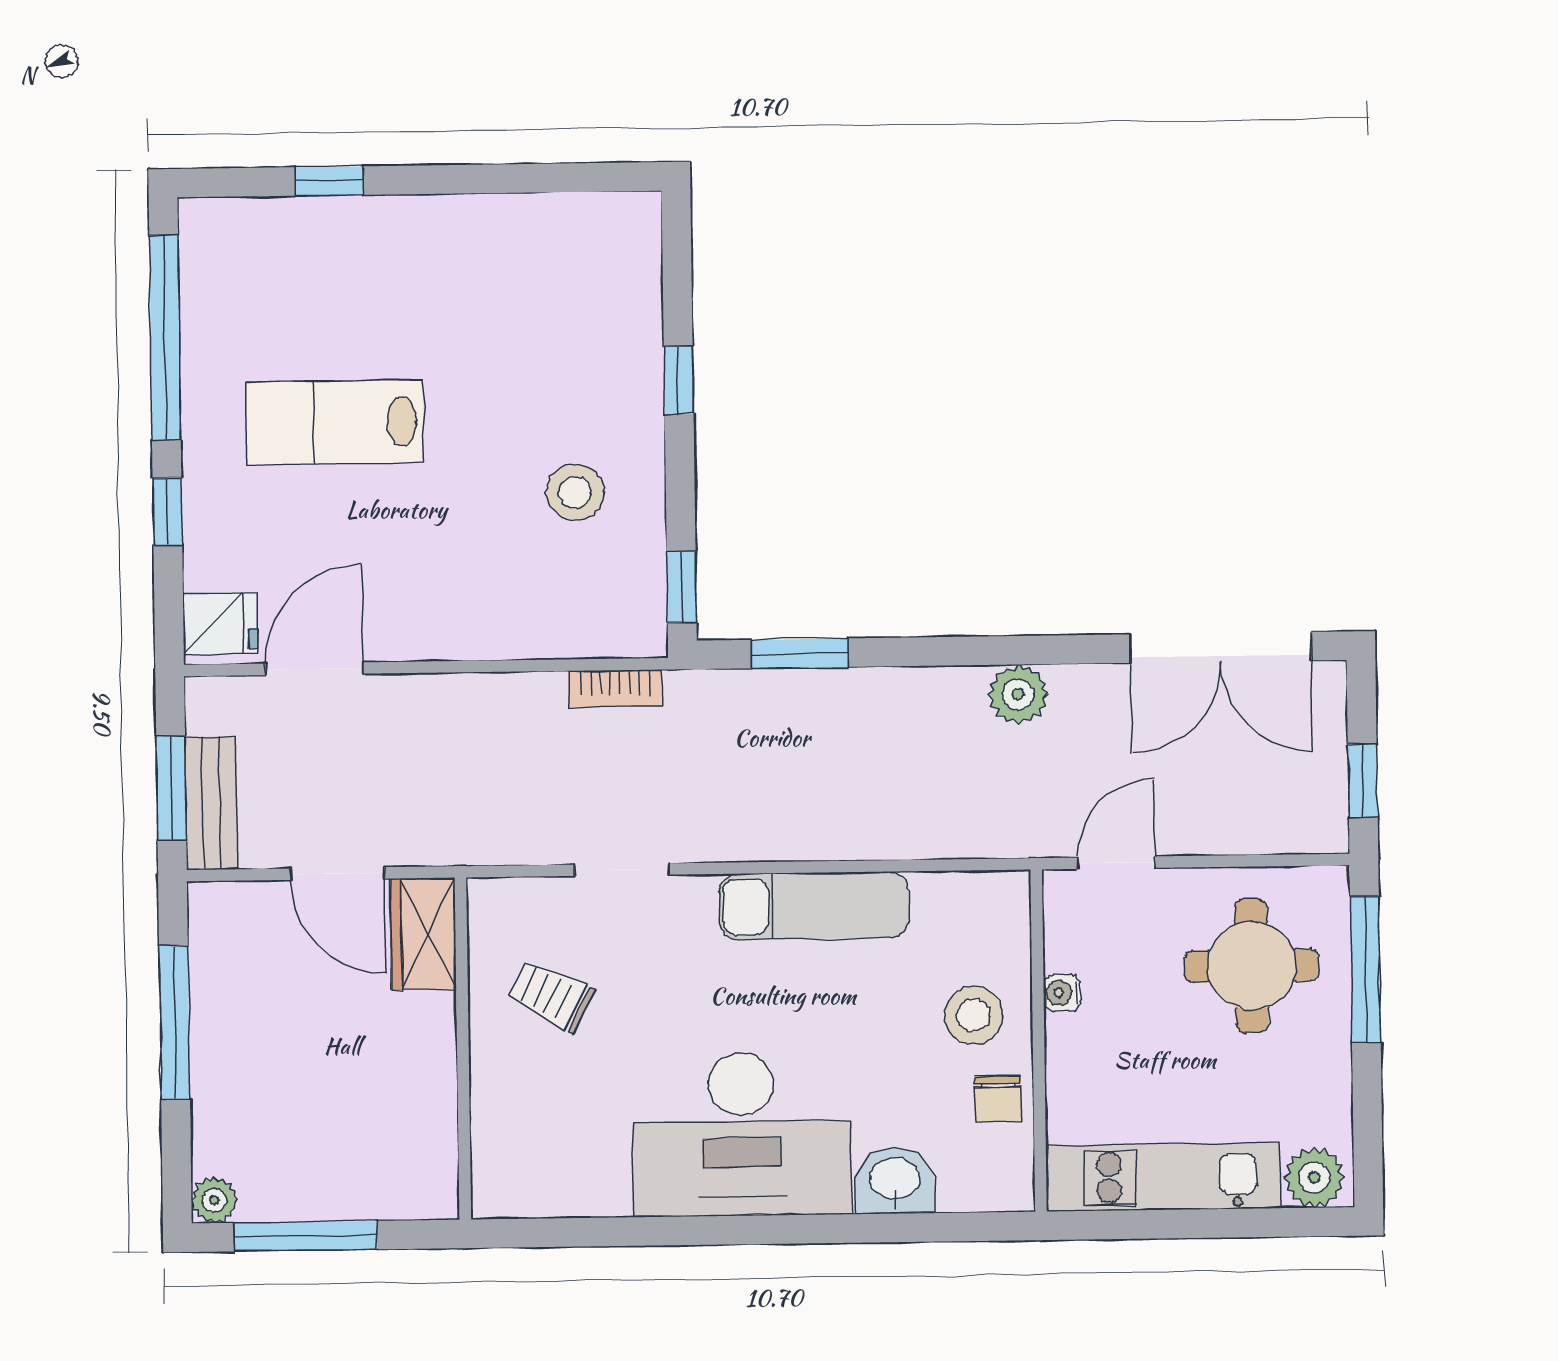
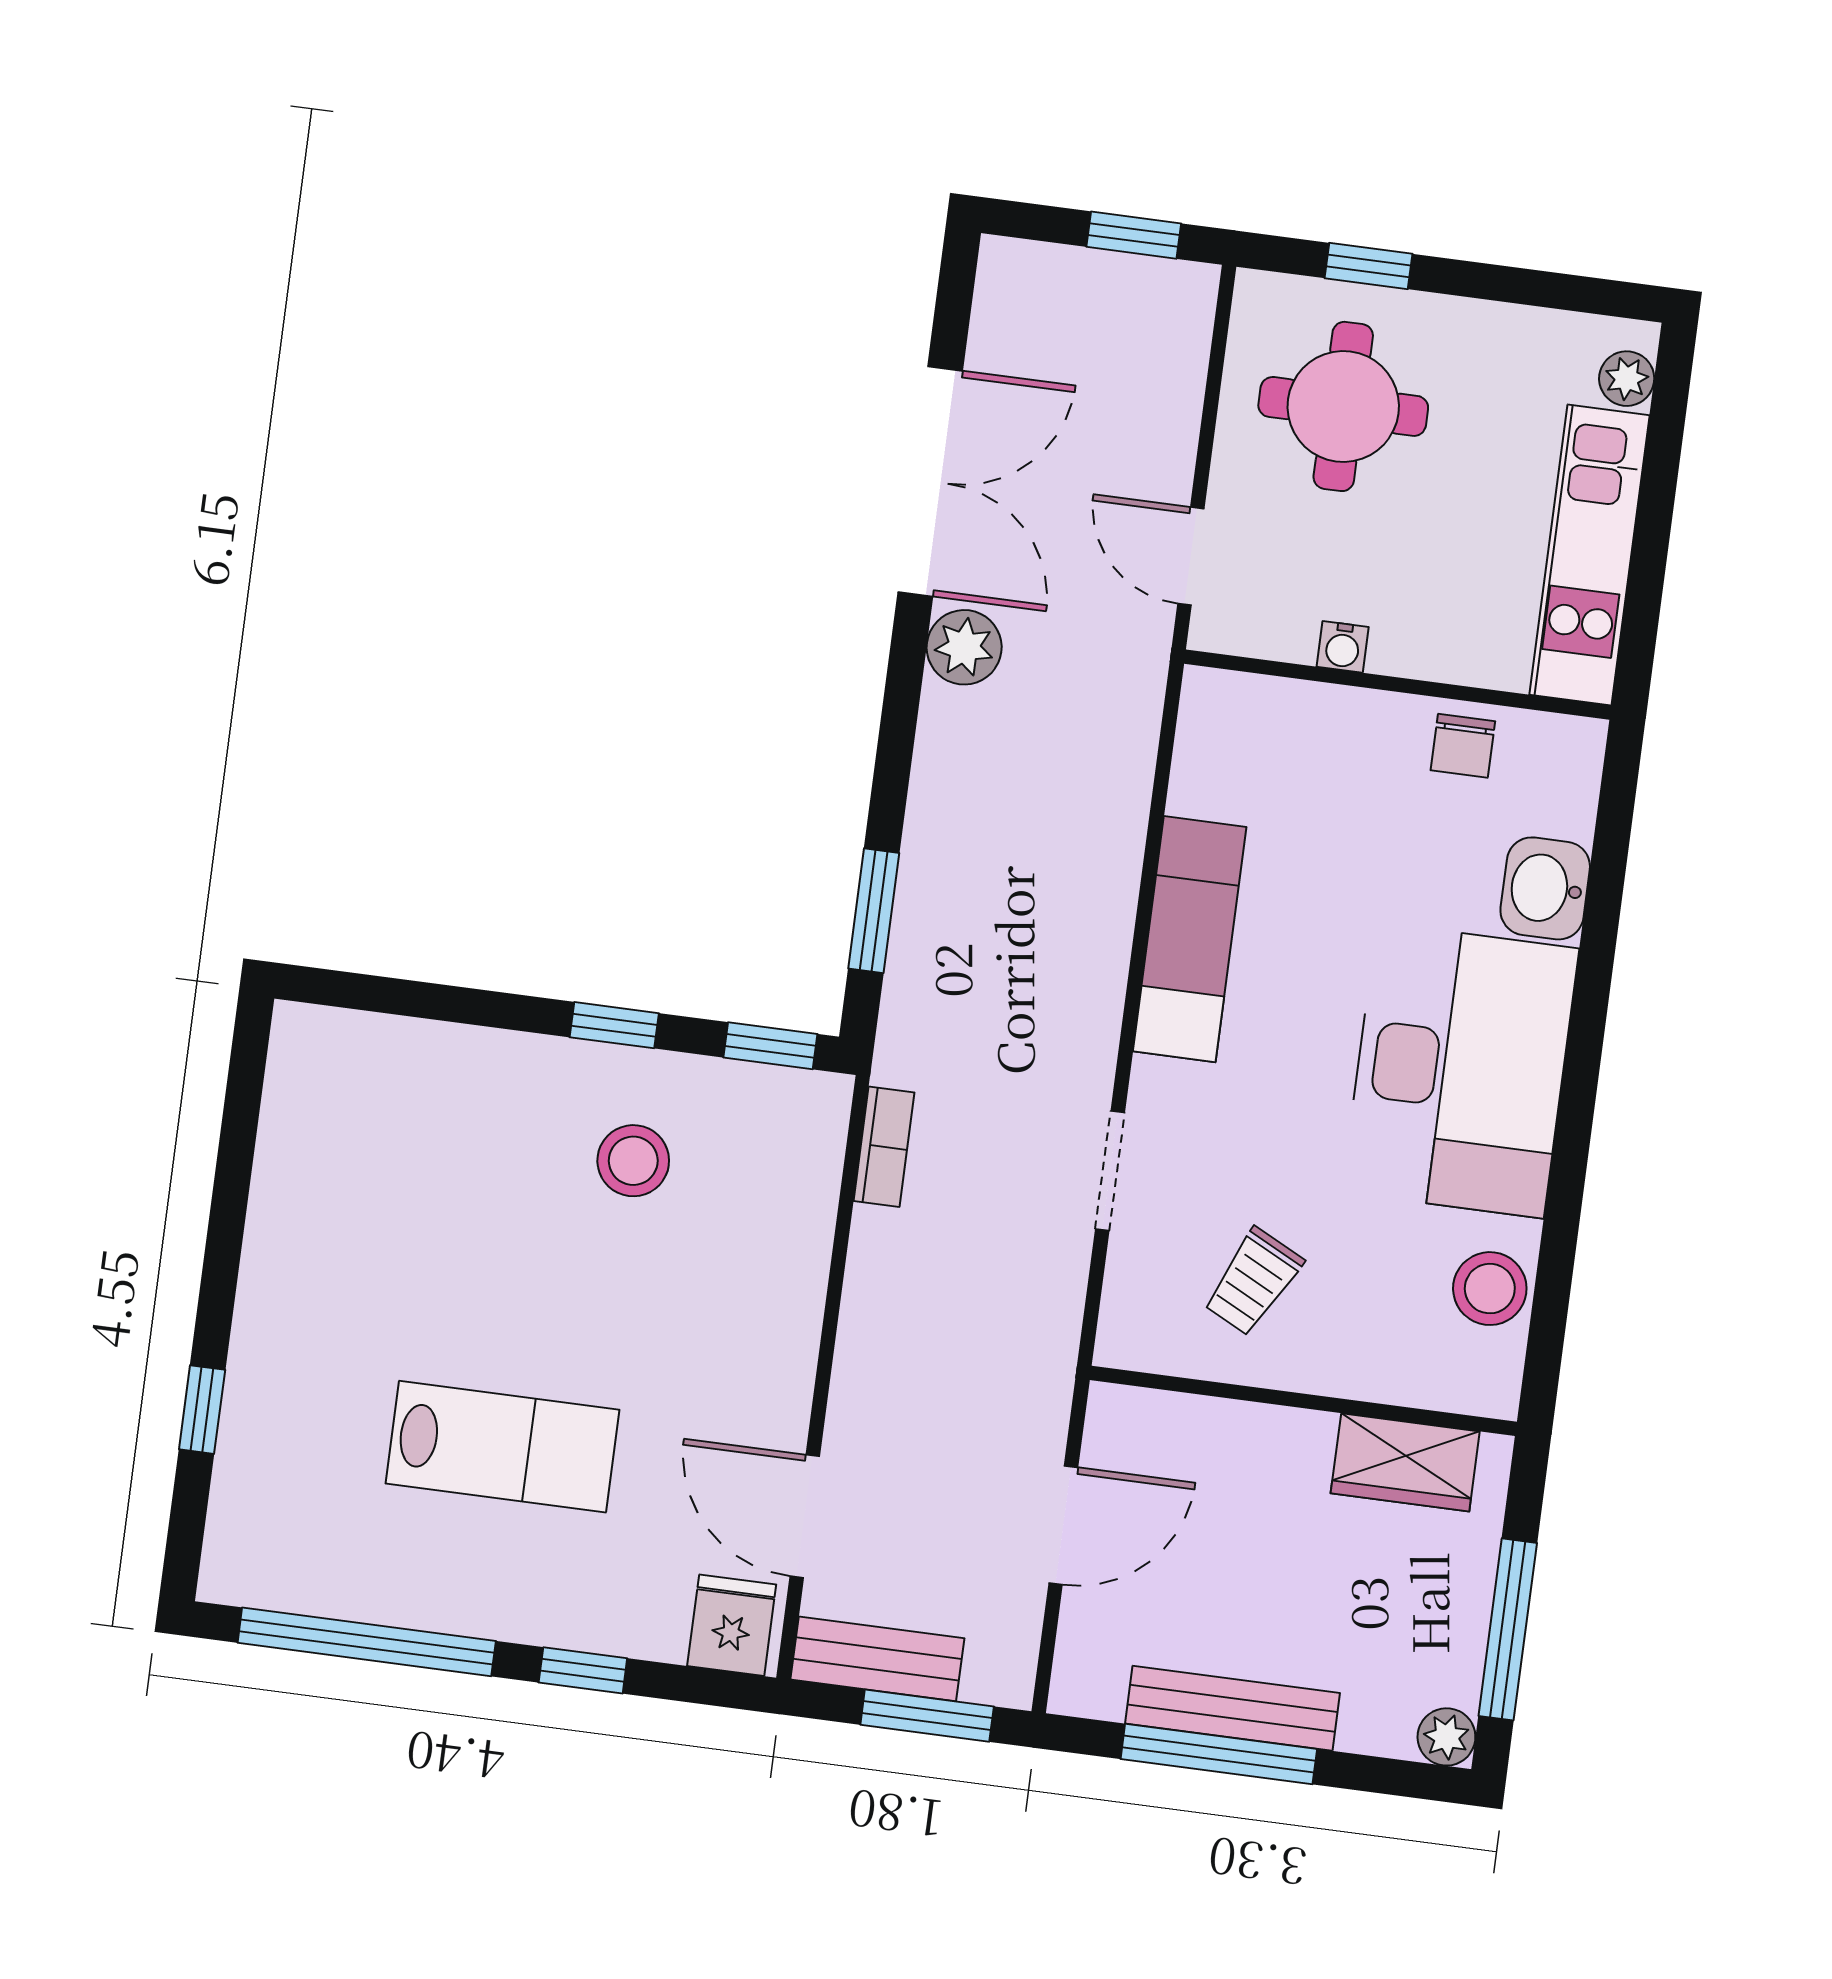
window: (679, 380) -> (614, 1025), moved
lab bench: (335, 422) -> (503, 1447), turned -90
double door: (1221, 647) -> (930, 481), moved
bench: (211, 803) -> (877, 1659), moved
wardrobe: (423, 934) -> (1405, 1462), moved
window: (1365, 969) -> (1368, 266), width x0.46
stool: (973, 1015) -> (1490, 1289), moved
bench: (212, 1028) -> (1232, 1708), added
chair: (998, 1099) -> (1463, 746), turned 90
plant: (1314, 1178) -> (1627, 379), width x0.73, depth x0.73

